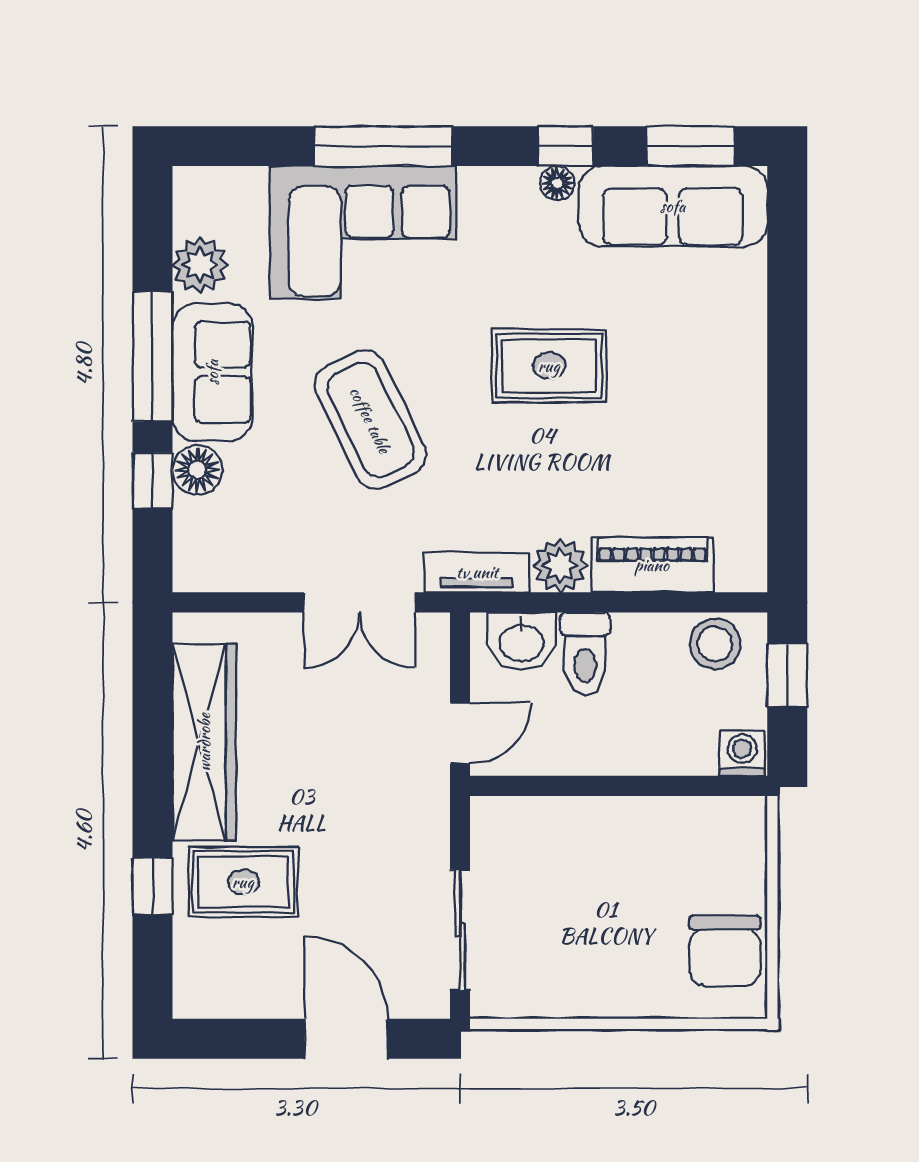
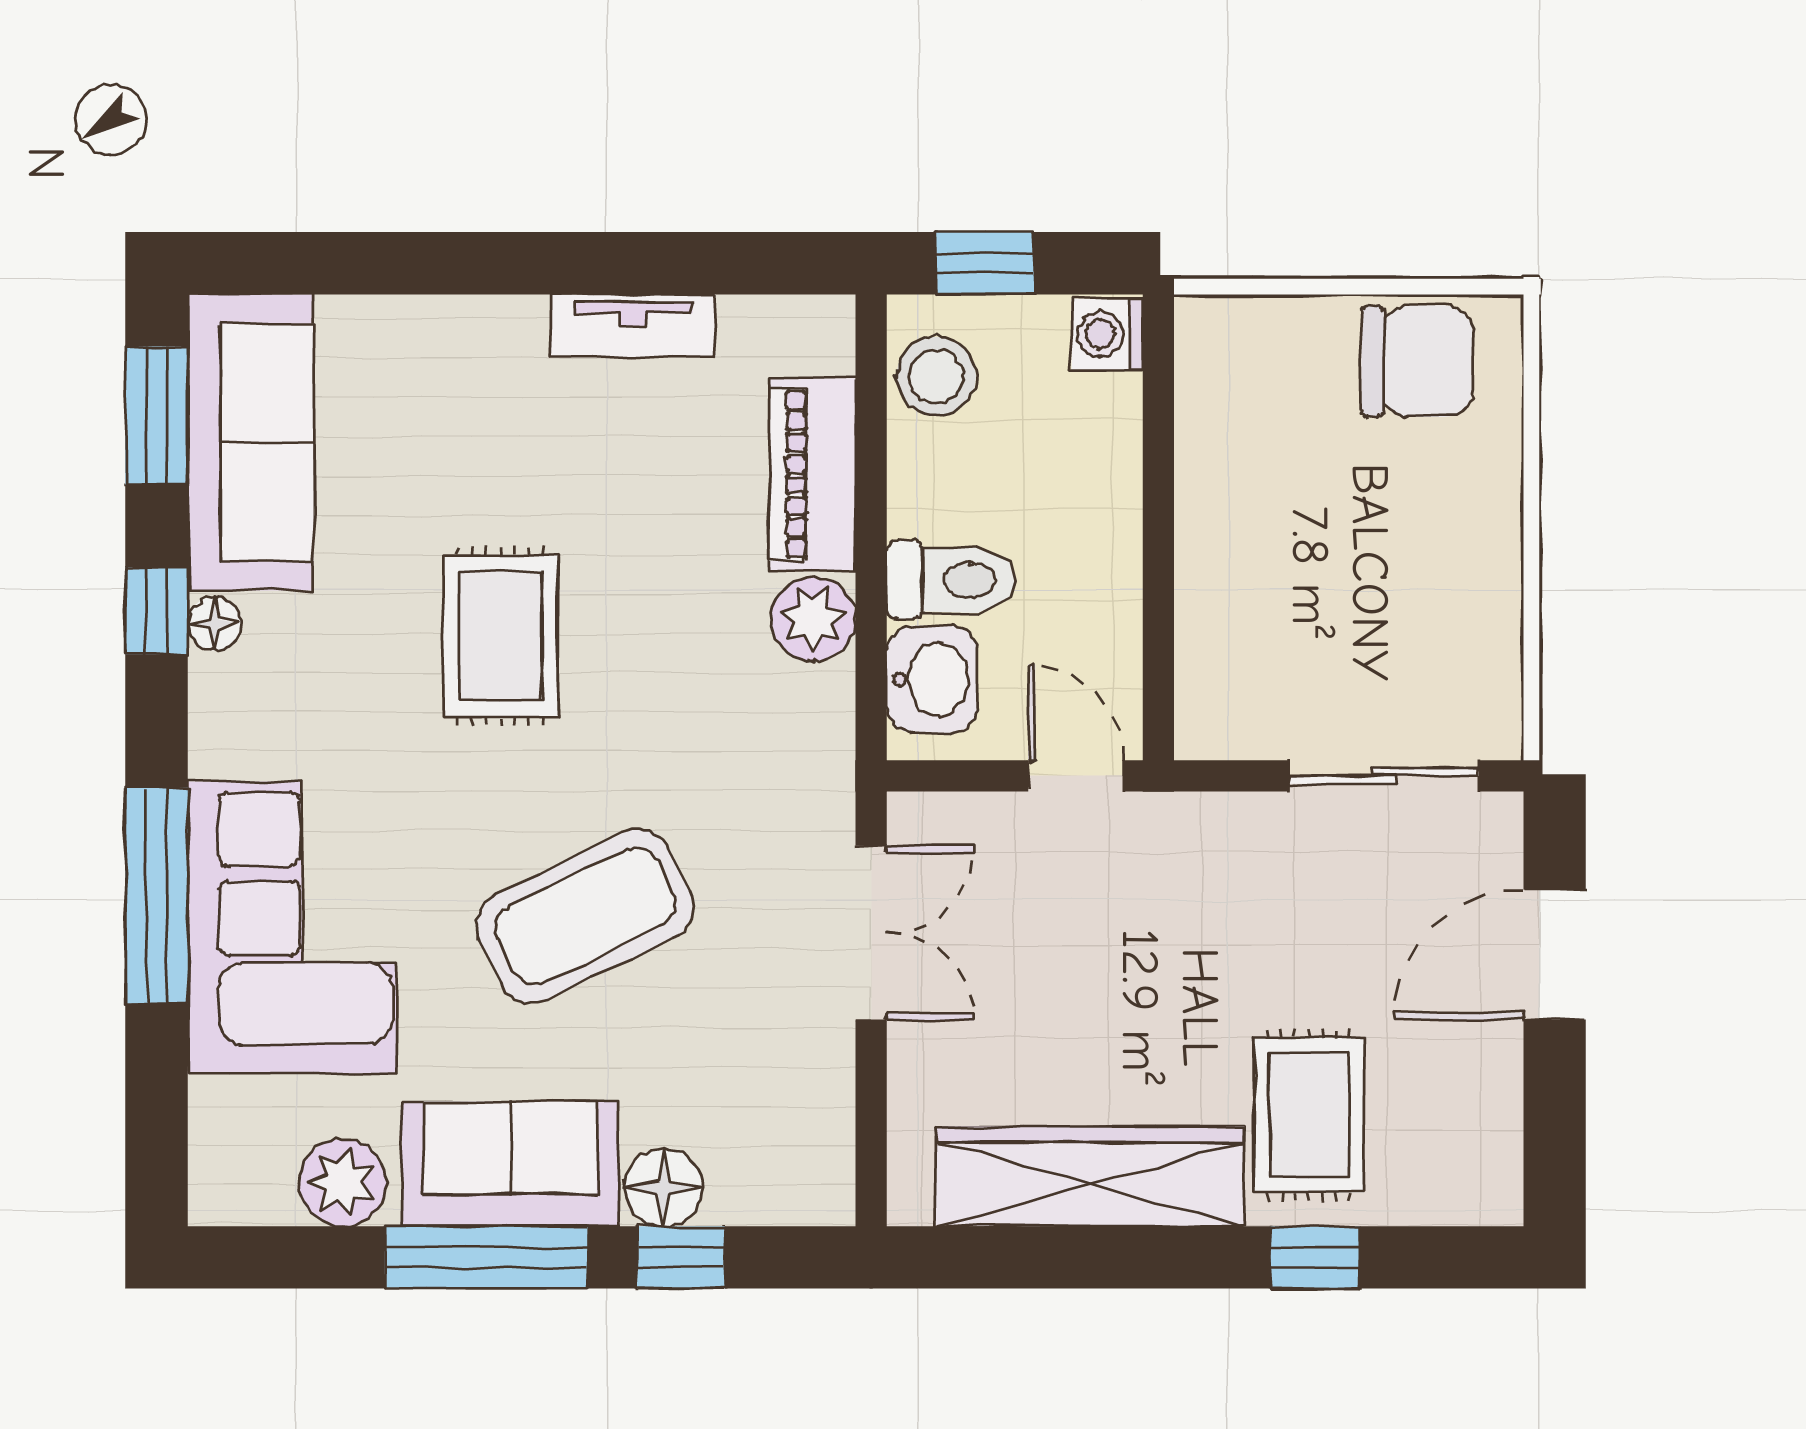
tv unit: (477, 572) -> (633, 326), moved, turned -90

